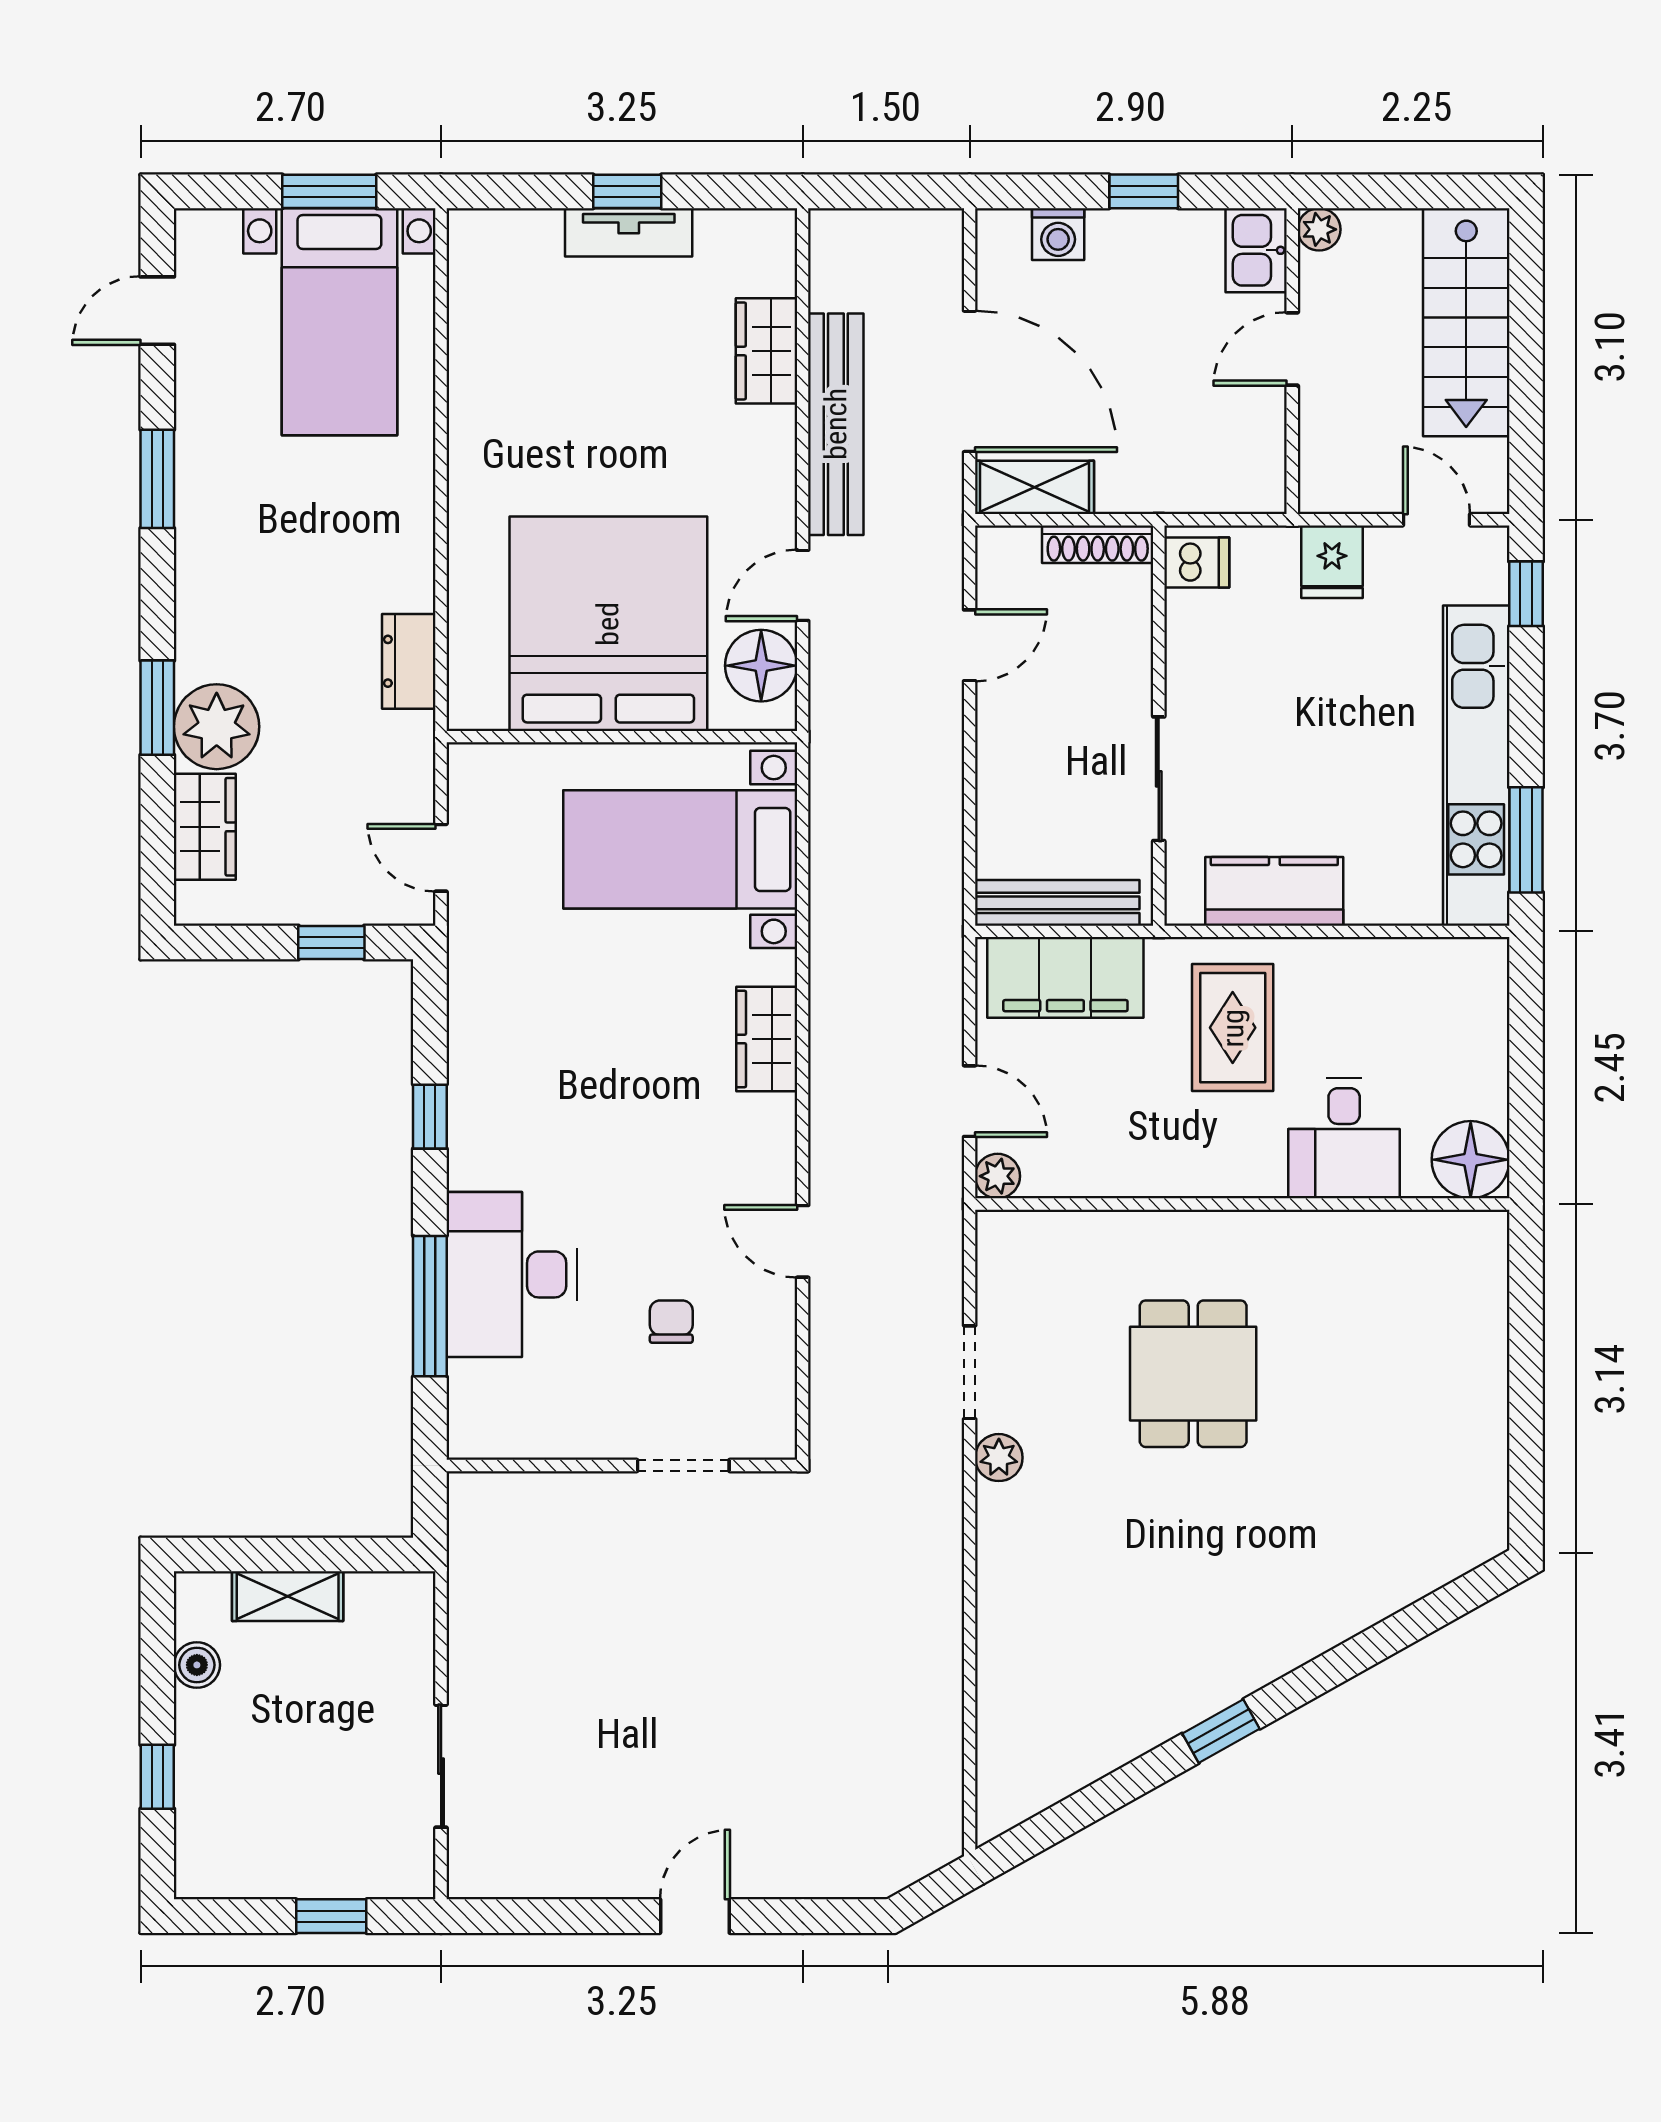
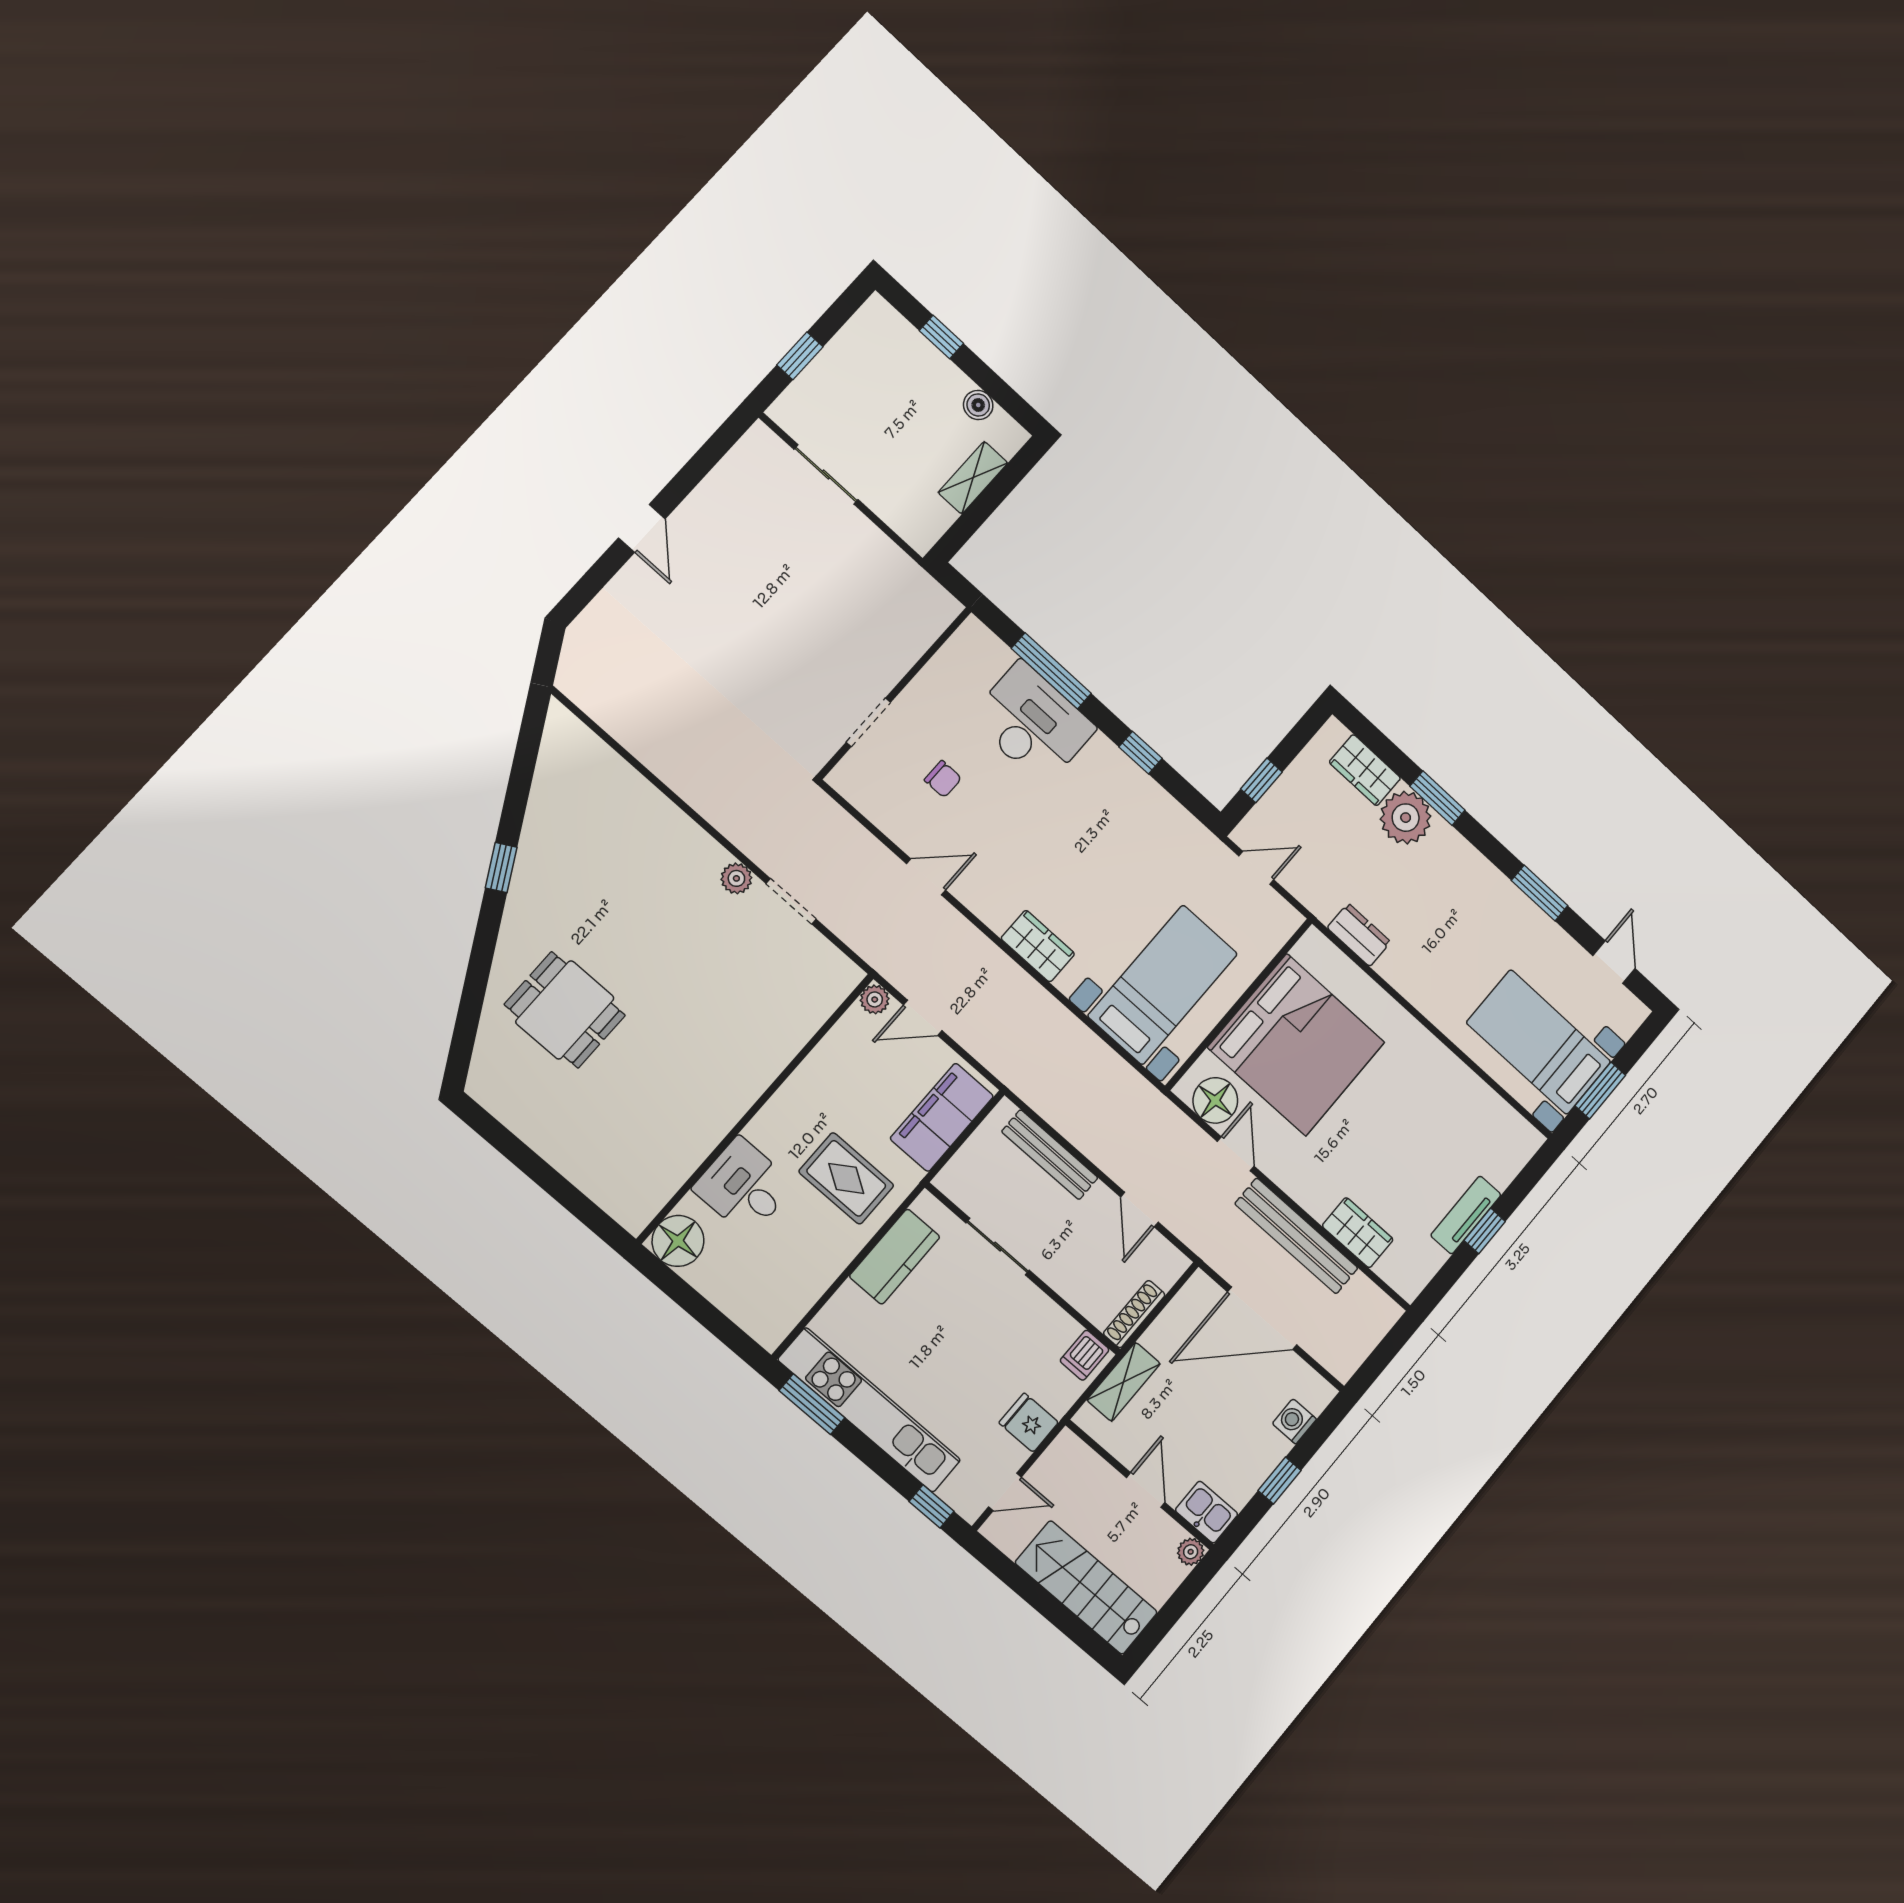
shelving: (1035, 487) -> (1124, 1382), moved
bench: (1057, 903) -> (1050, 1155), moved, turned 90
dining table: (1193, 1374) -> (565, 1010), moved

